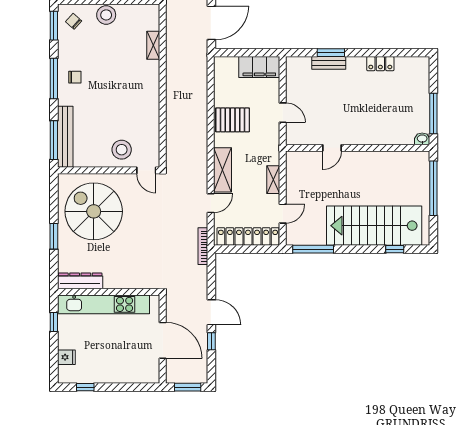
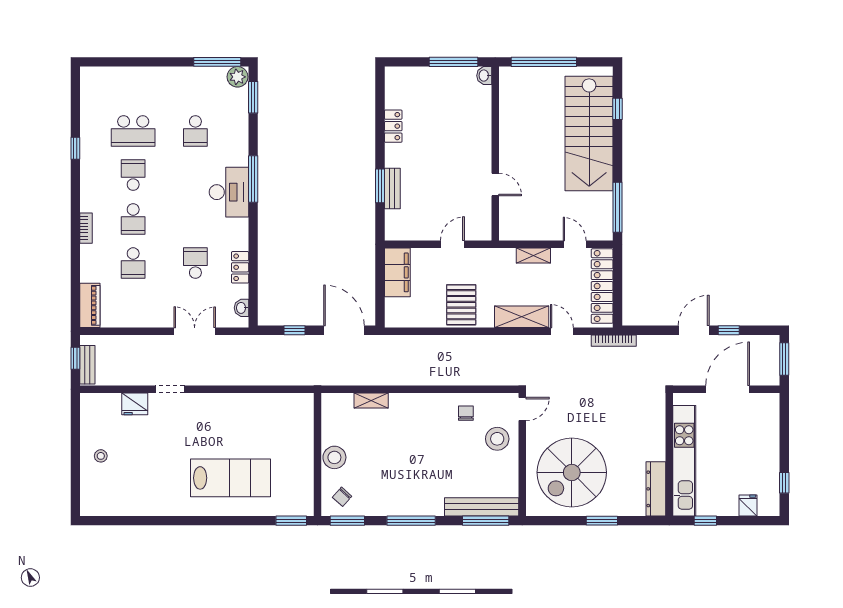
chair: (75, 77) -> (466, 413), moved

